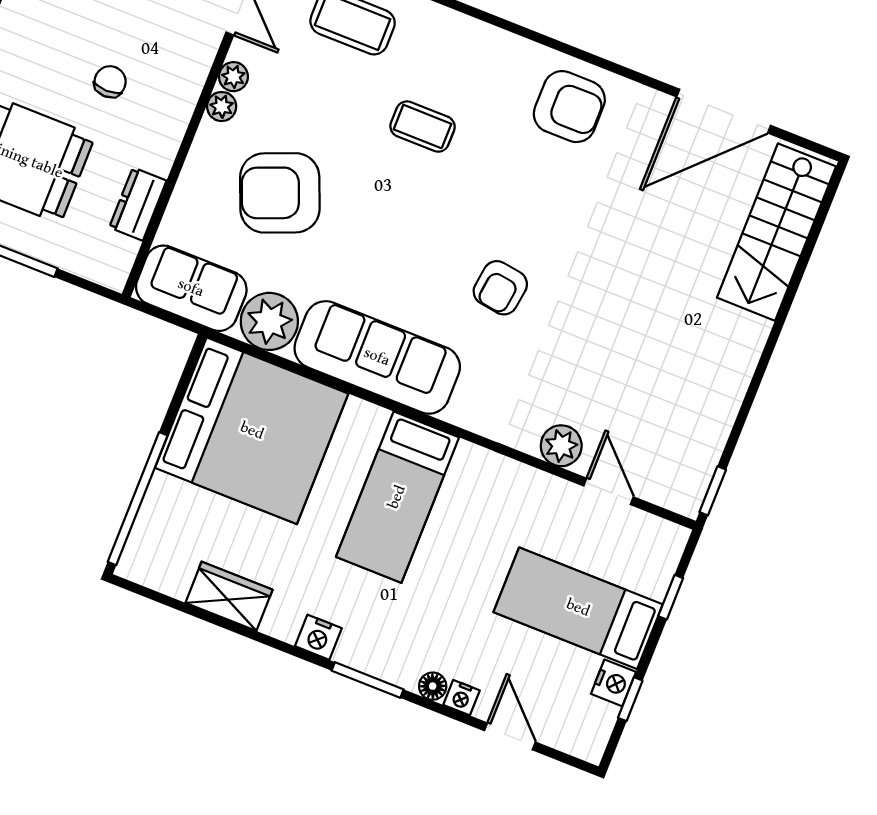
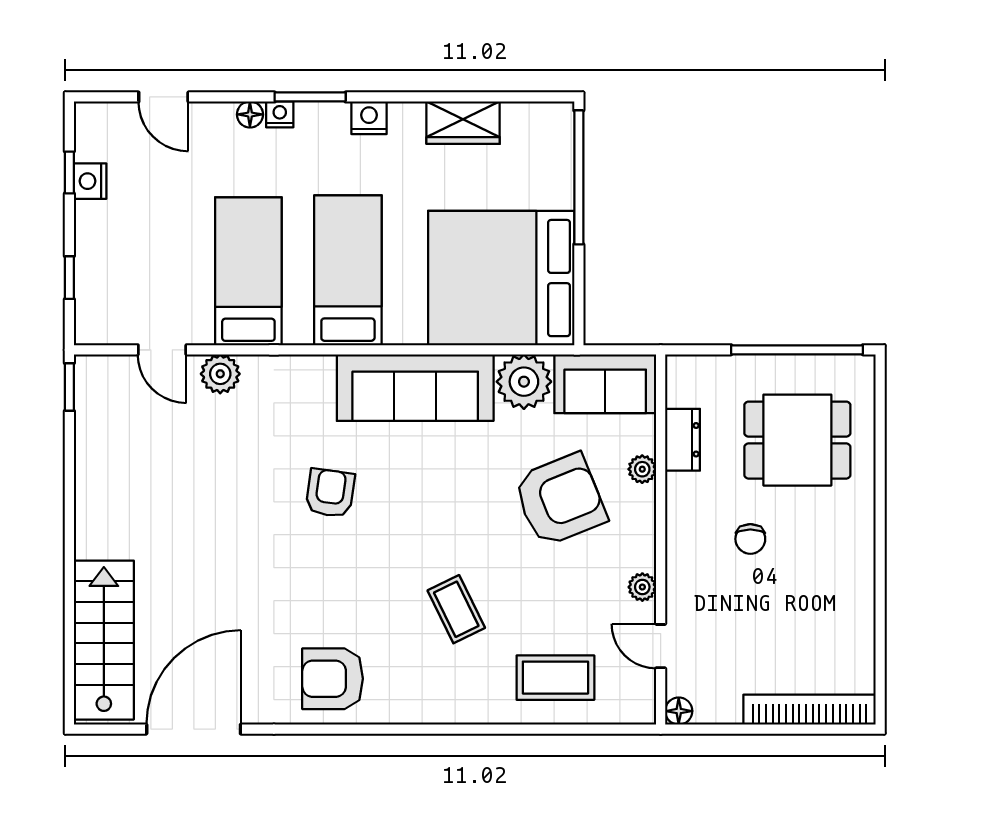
plant: (222, 107) -> (642, 469), moved
coffee table: (423, 127) -> (456, 609), turned 64
bed: (578, 608) -> (248, 271), moved, turned -90
nightstand: (461, 698) -> (280, 114), moved

